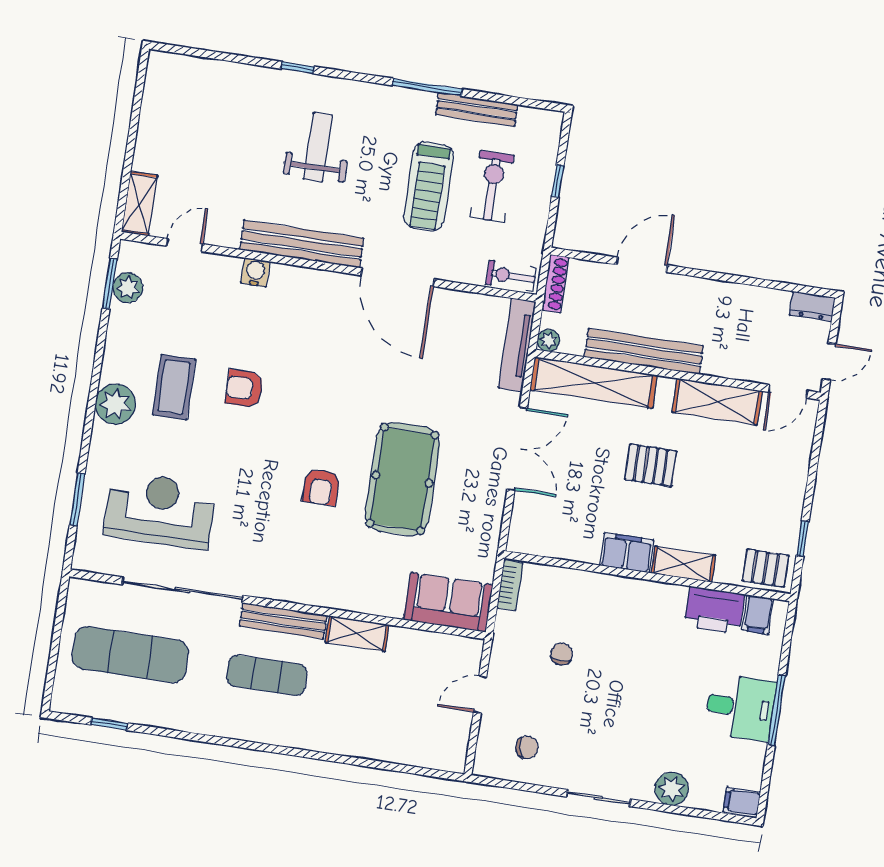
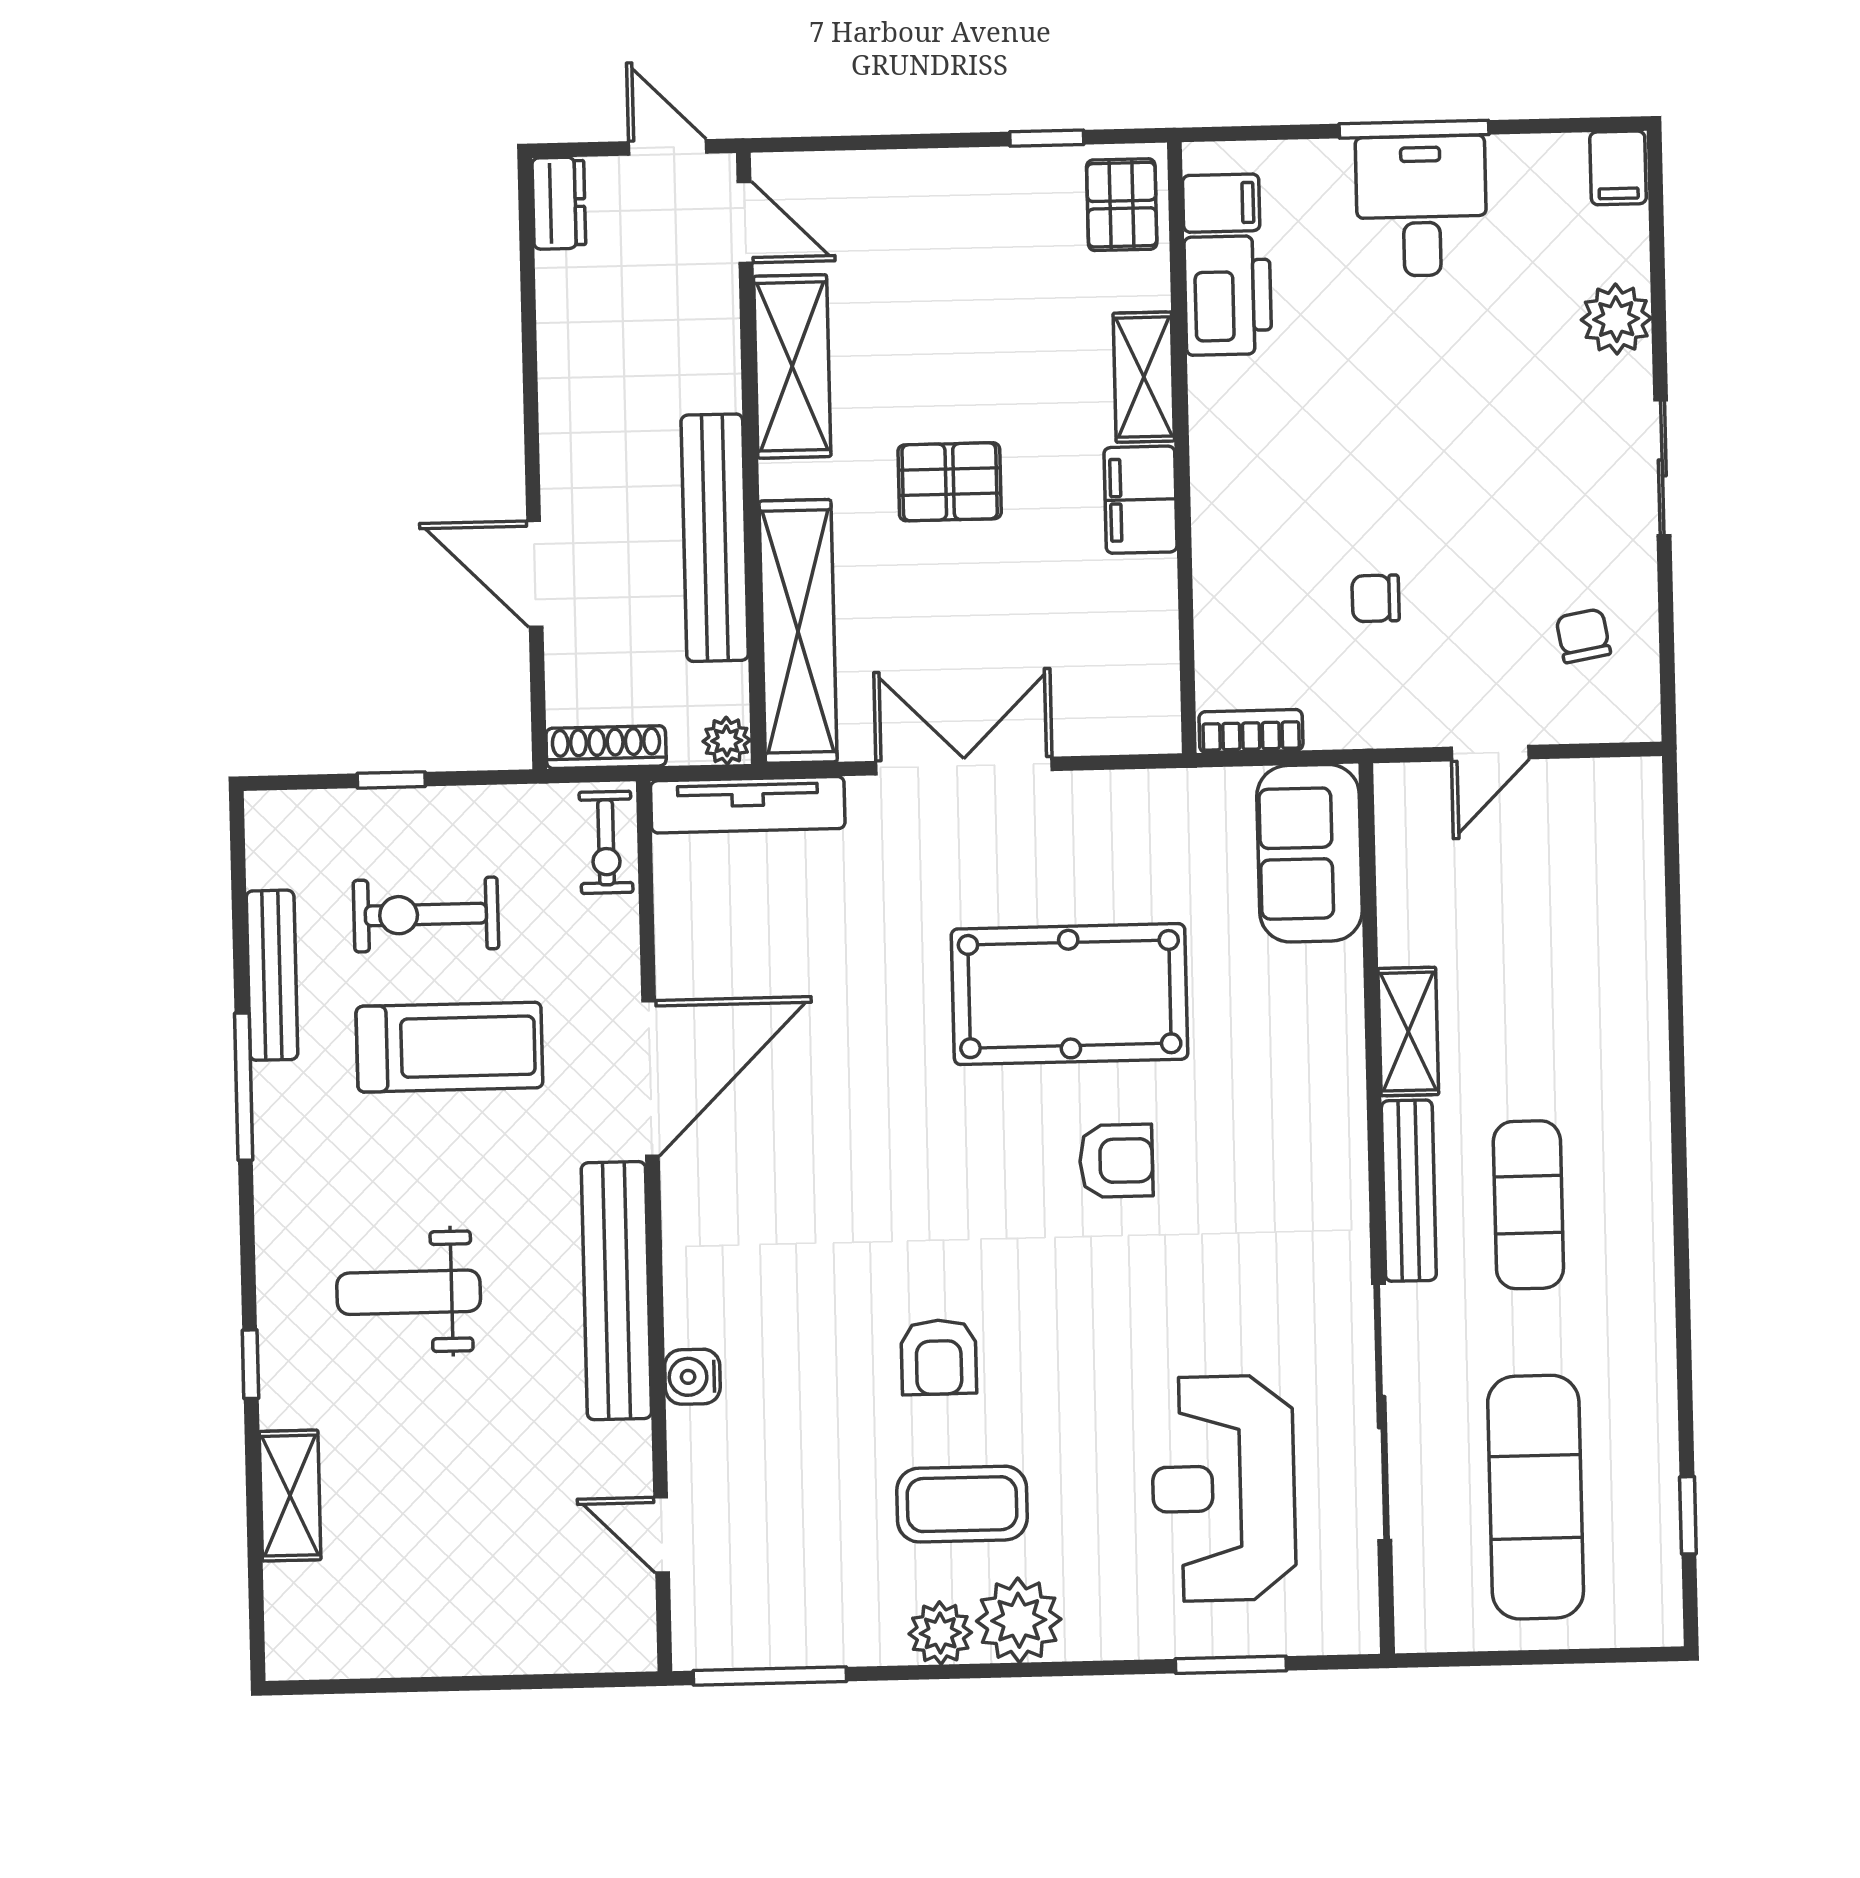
shelving: (139, 204) -> (290, 1496), moved, turned 90
window: (110, 284) -> (770, 1676), width x1.44
plant: (128, 288) -> (940, 1633), moved
pallet: (651, 465) -> (950, 482), turned 90
door: (480, 694) -> (1490, 753), hinge flipped

